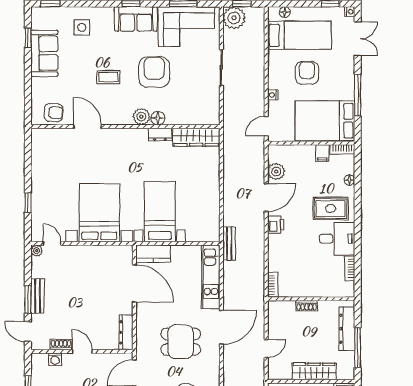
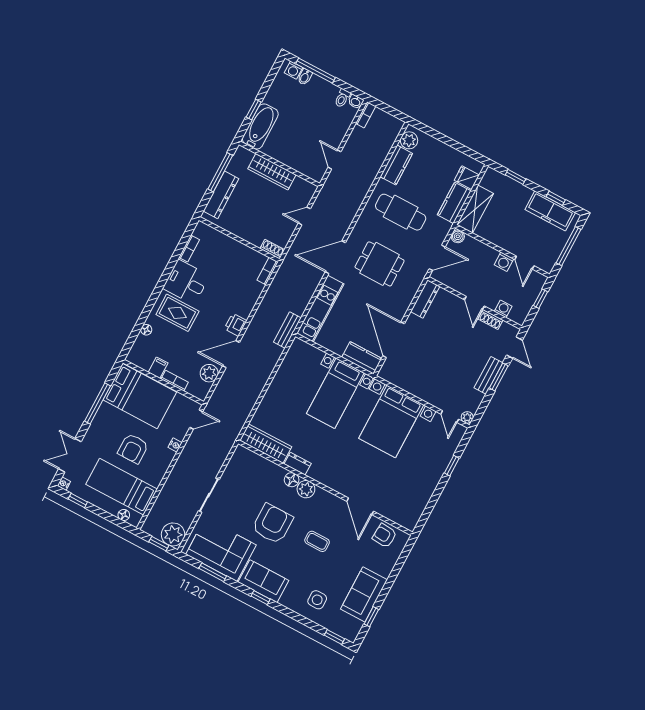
armchair: (154, 72) -> (272, 524), turned 180
bookcase: (342, 150) -> (175, 381), moved
shoe rack: (307, 306) -> (272, 249), moved

